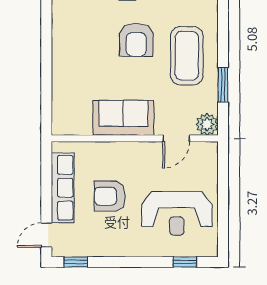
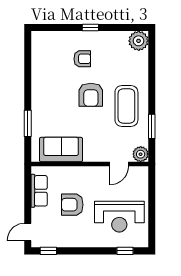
window: (46, 81) -> (28, 123), added
sofa: (123, 118) -> (61, 150), moved
row of seats: (63, 188) -> (39, 191), width x0.68

